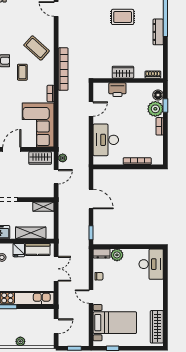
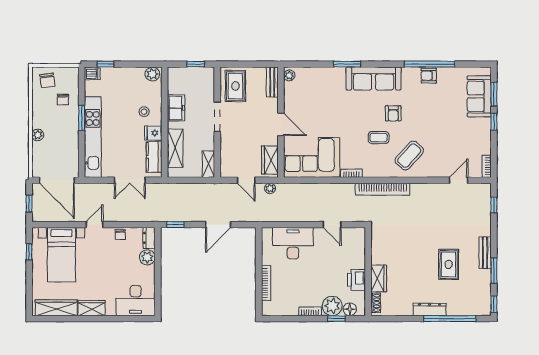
wardrobe: (123, 72) -> (379, 278), moved
printer: (117, 90) -> (356, 280), moved
wardrobe: (157, 299) -> (91, 308), added
door: (56, 326) -> (57, 180), width x1.87

